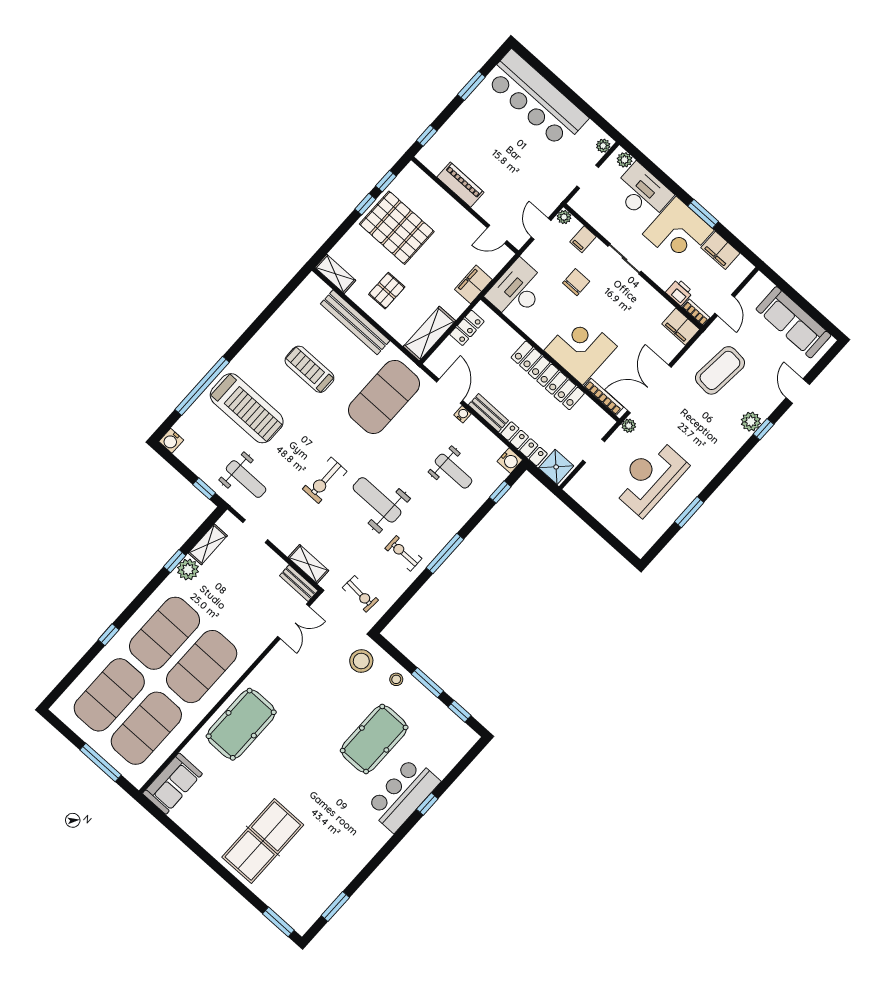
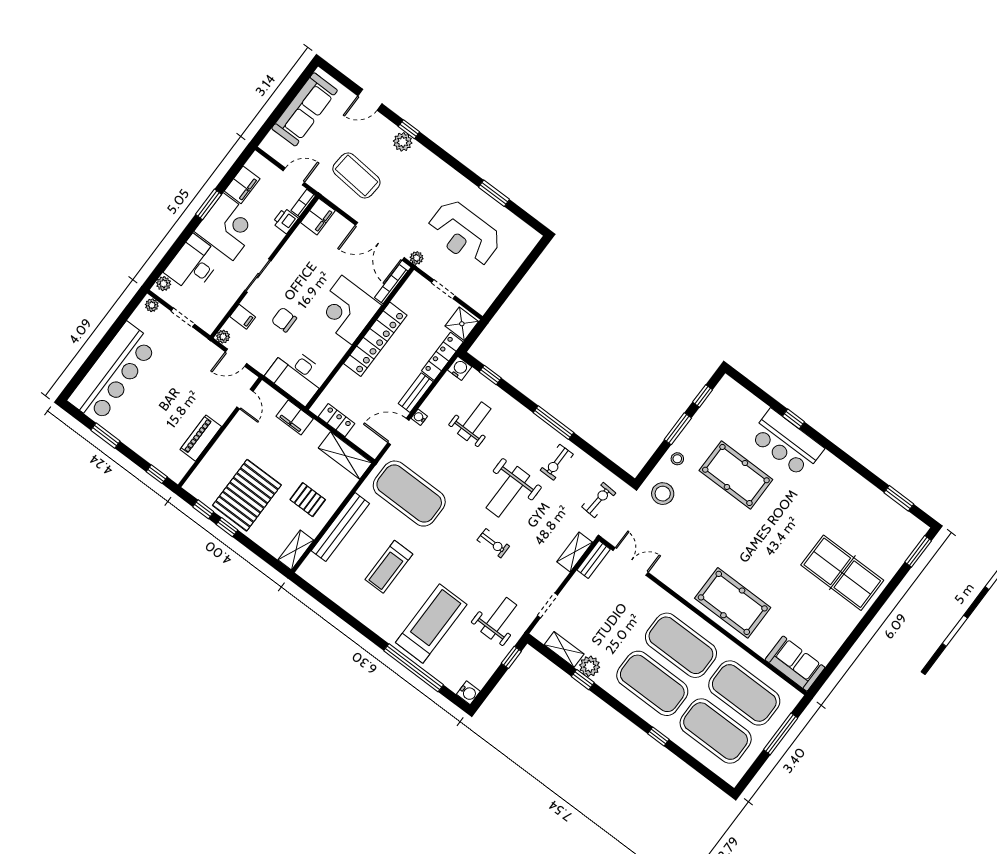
exercise bike: (325, 480) -> (493, 543), width x0.73, depth x0.72

